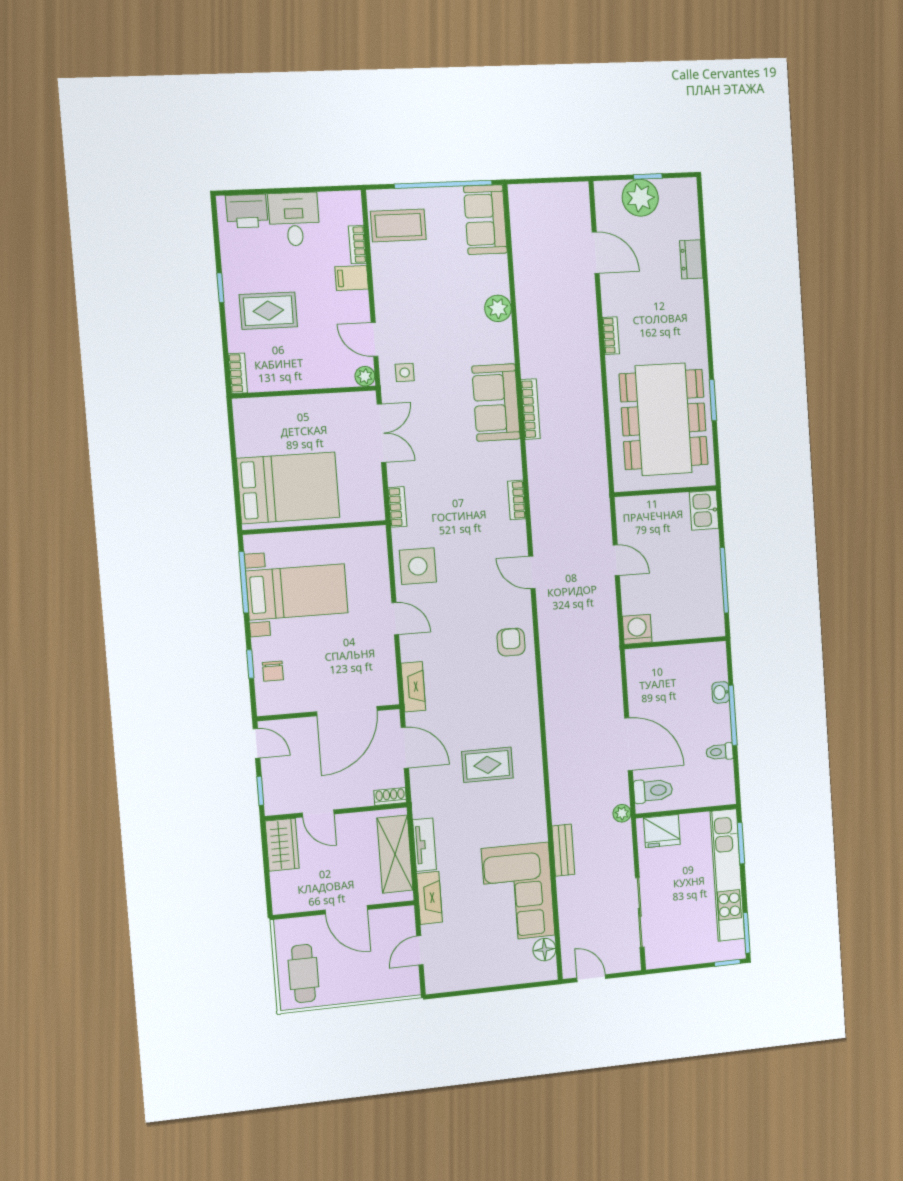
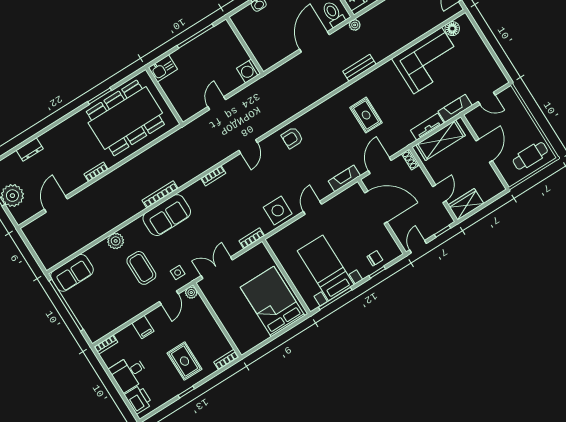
coffee table: (398, 225) -> (141, 268), moved
bookcase: (357, 245) -> (106, 344), moved
bench: (563, 850) -> (359, 68), moved

